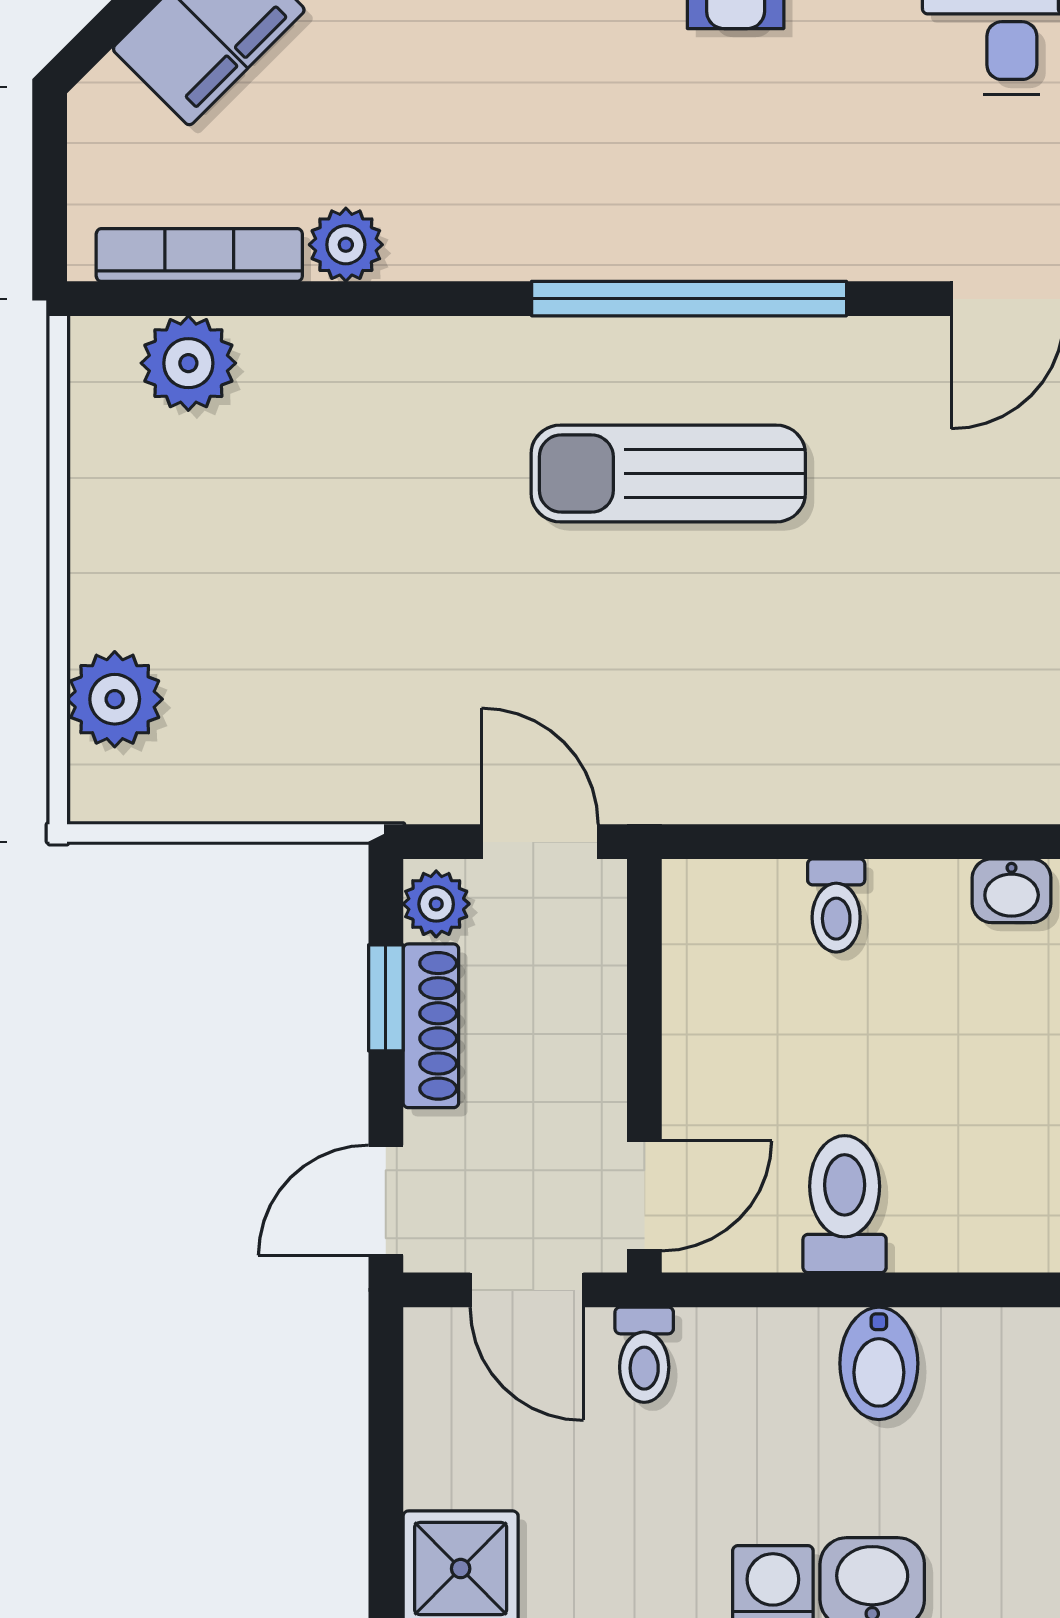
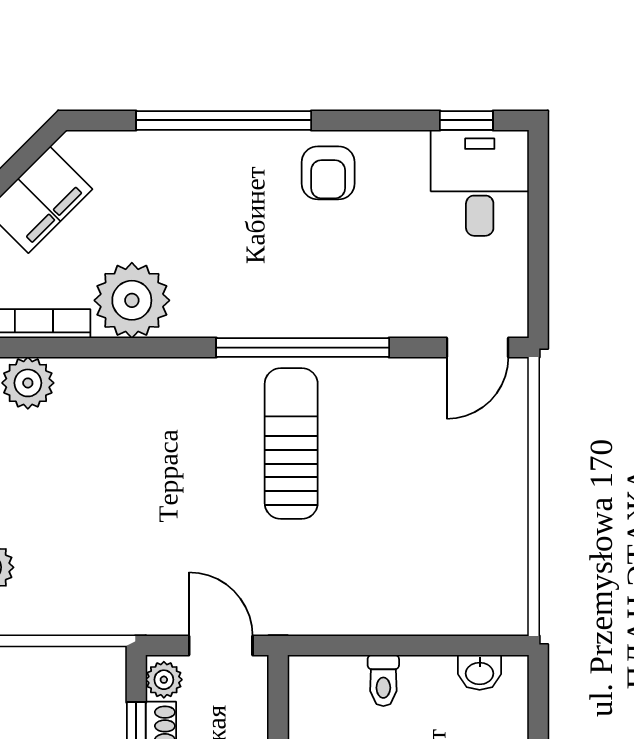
plant: (346, 245) -> (132, 300), width x1.87, depth x1.87
sun lounger: (668, 474) -> (291, 444), turned 90

